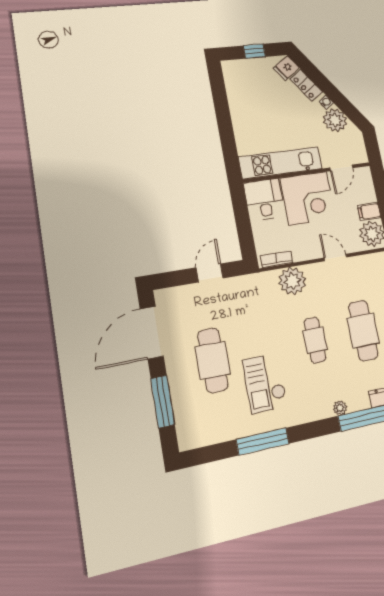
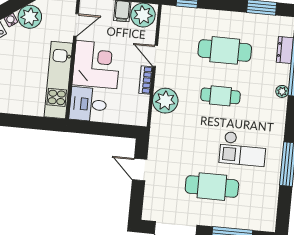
door: (341, 168) -> (76, 25), hinge flipped
door: (335, 258) -> (155, 56), hinge flipped
bookcase: (276, 259) -> (146, 80), moved

